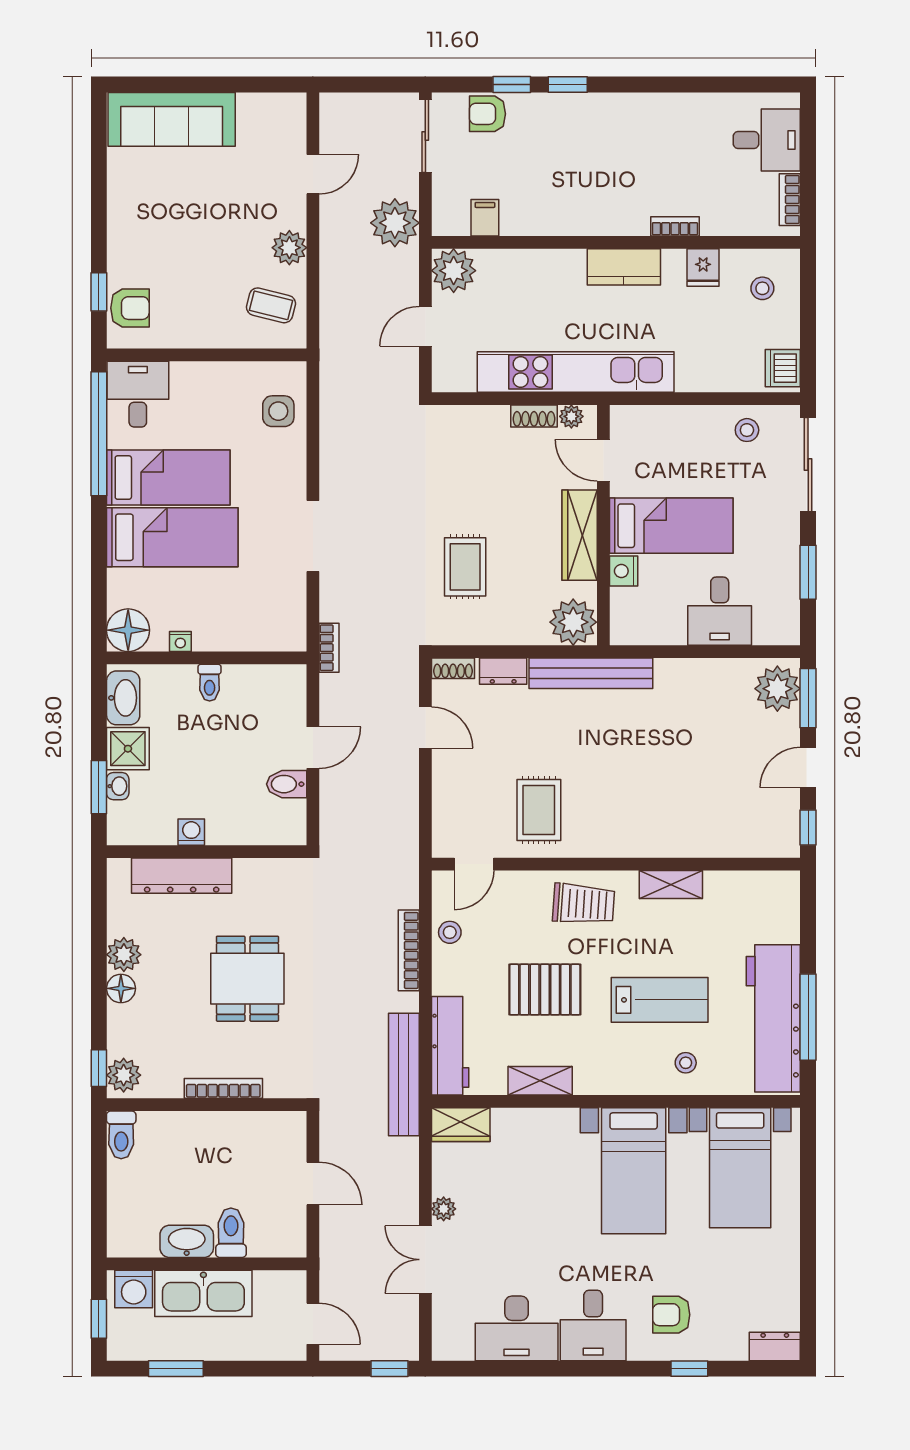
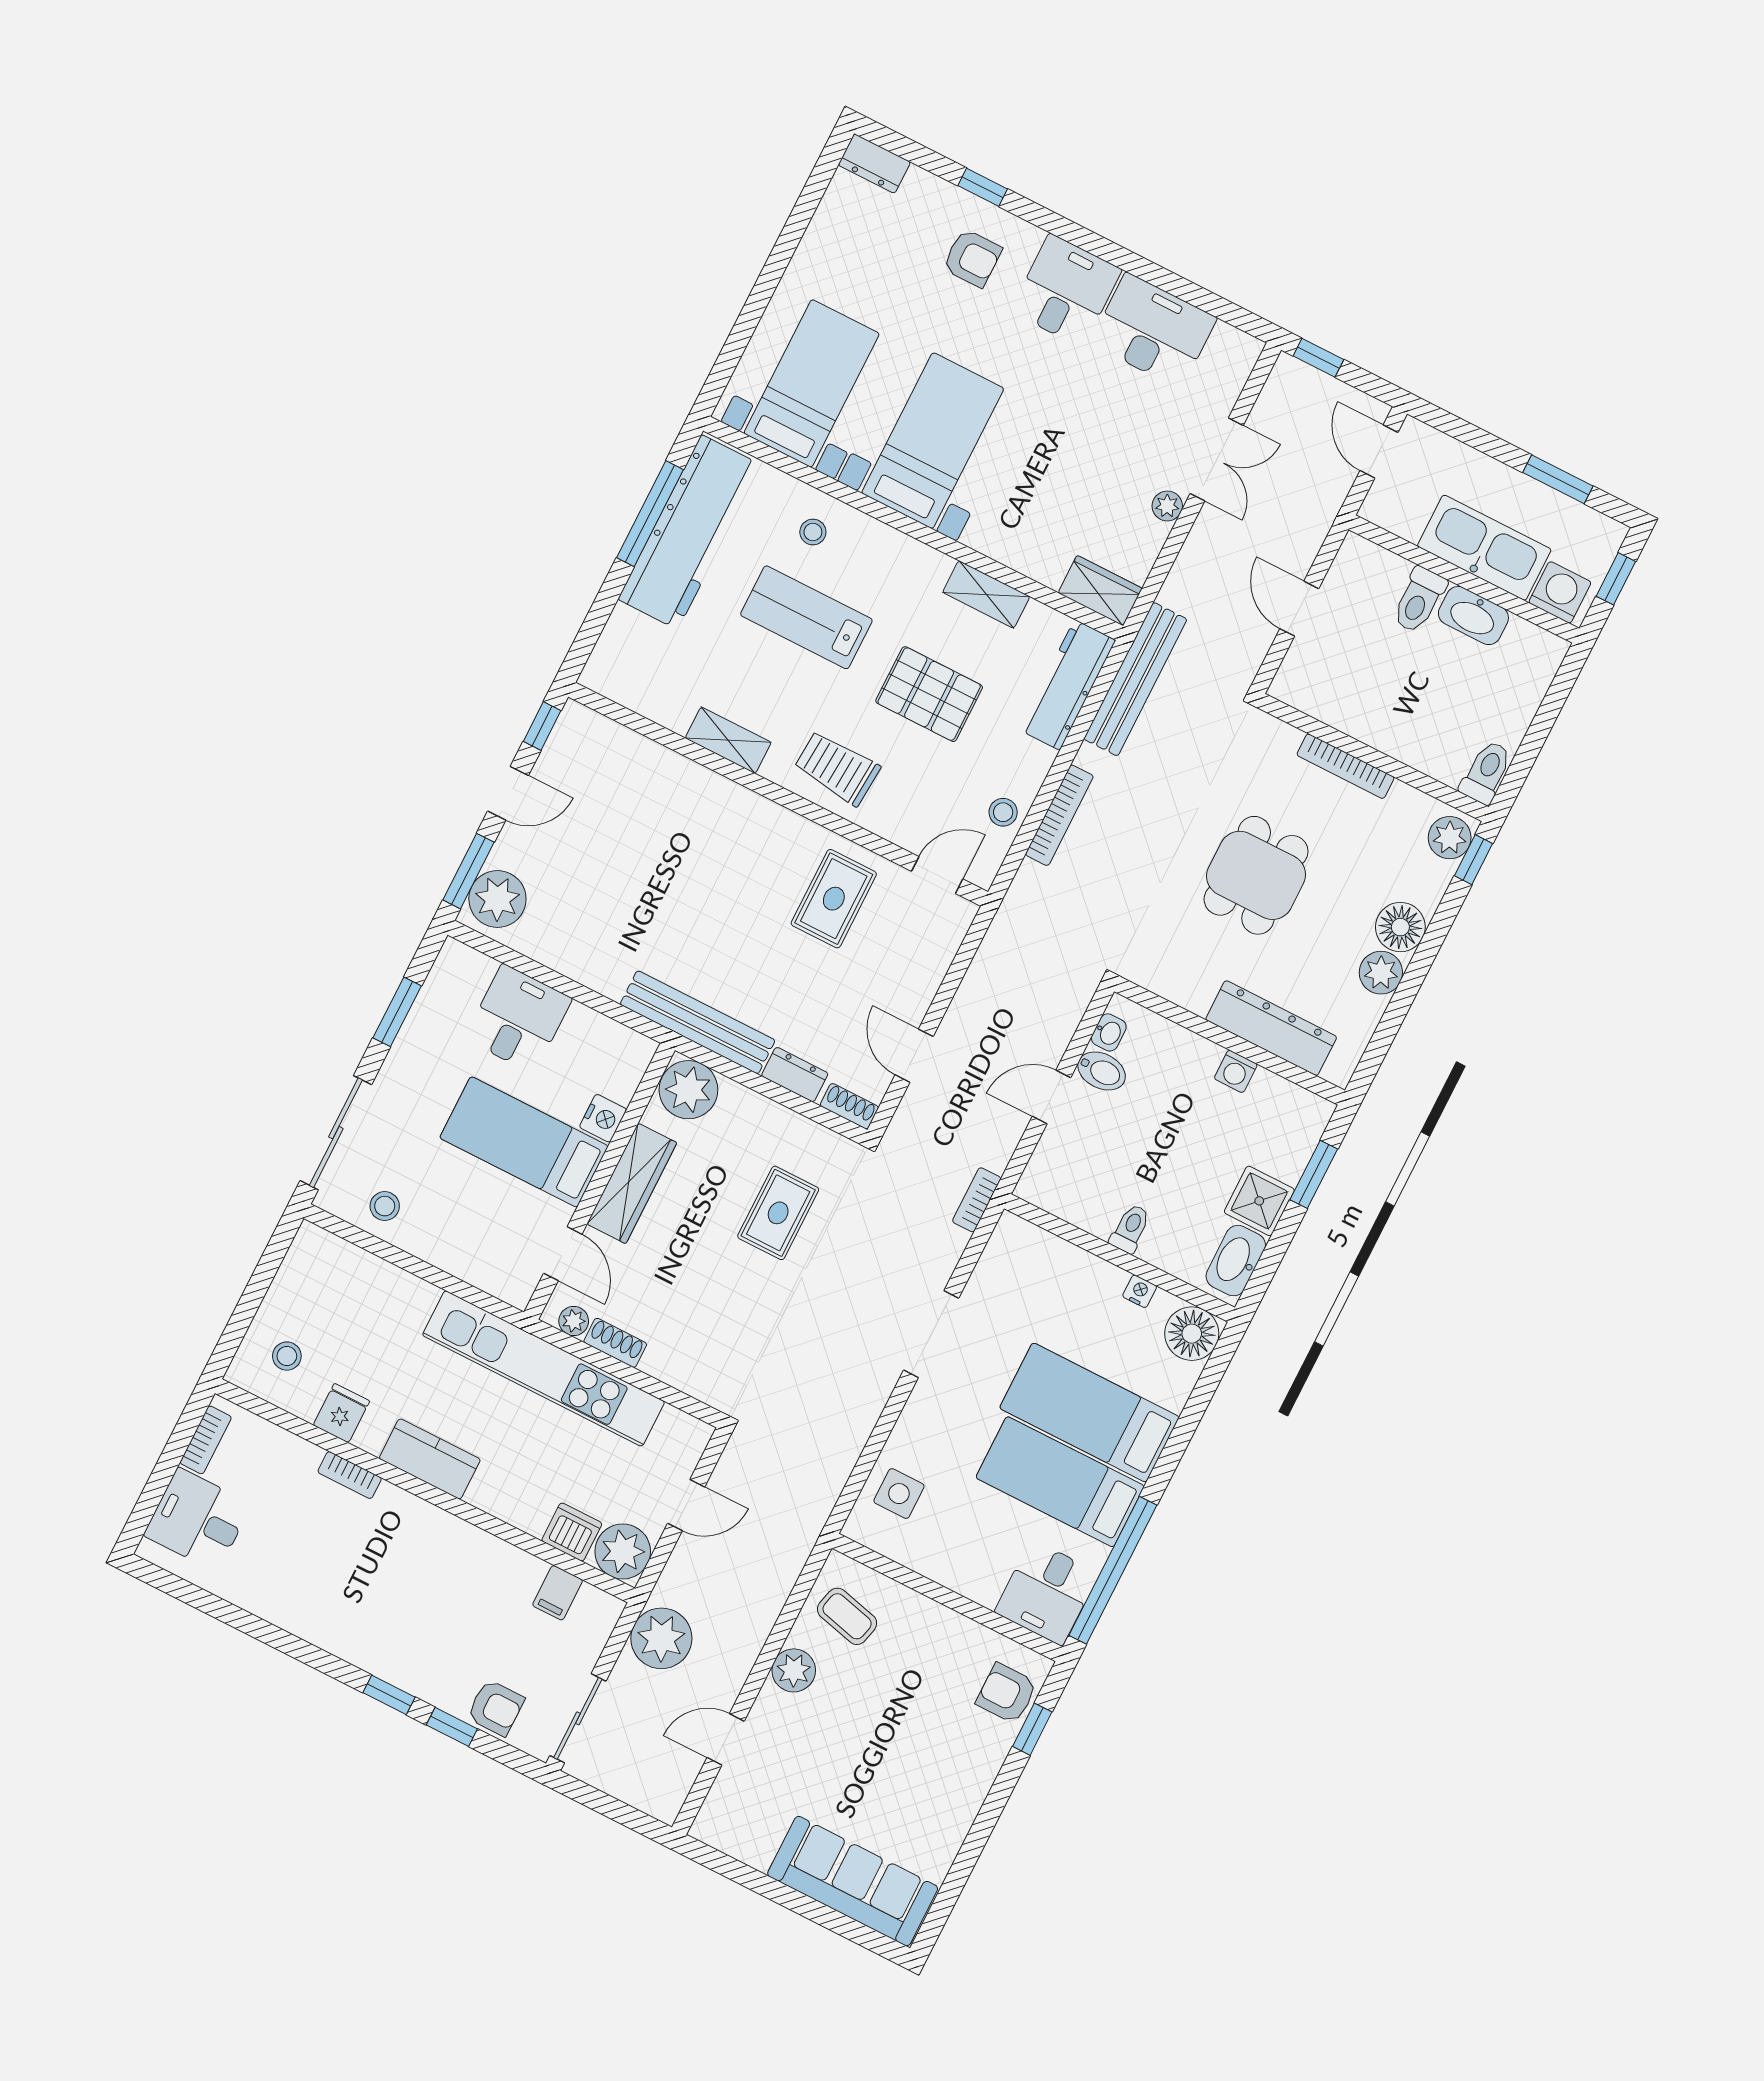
dishwasher: (783, 368) -> (572, 1532), moved, turned -90
washbasin: (118, 786) -> (1109, 1032), moved, turned 180
floor lamp: (121, 988) -> (1400, 927), width x1.38, depth x1.38

